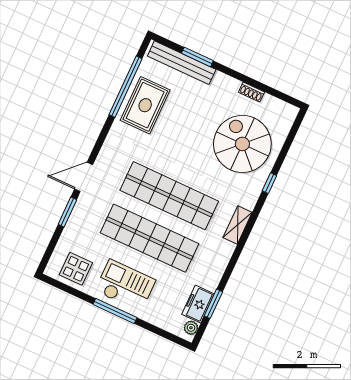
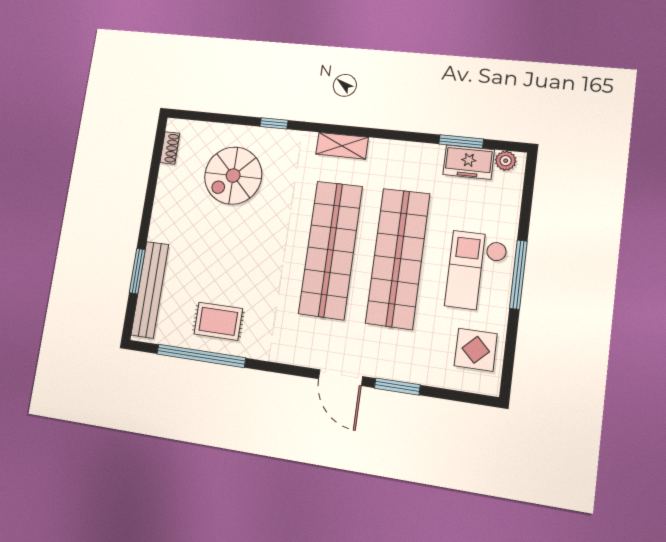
shoe rack: (251, 92) -> (170, 148), moved
rug: (145, 105) -> (218, 321), width x0.73, depth x0.70
spiral stairs: (242, 144) -> (233, 176), width x0.73, depth x0.73

